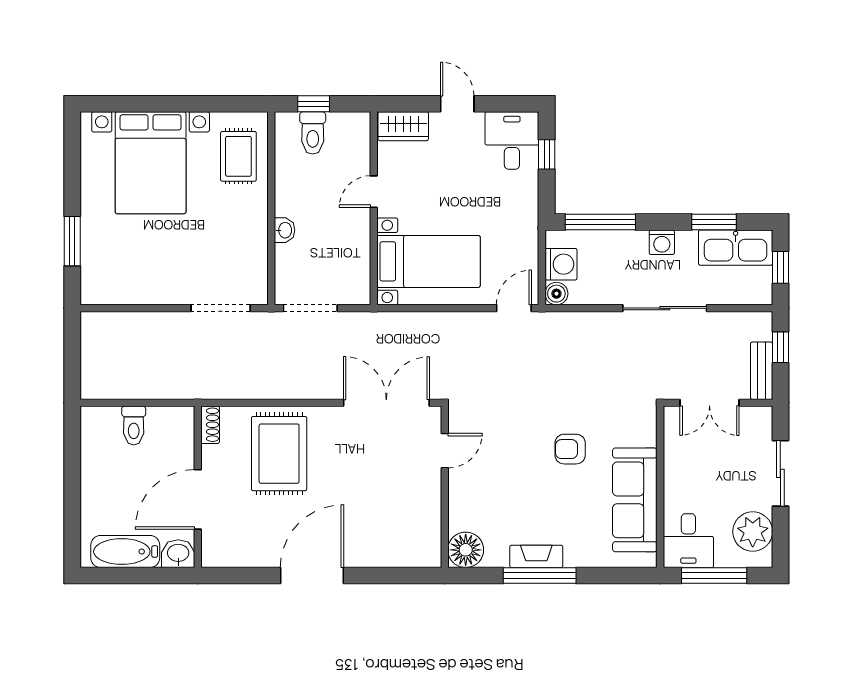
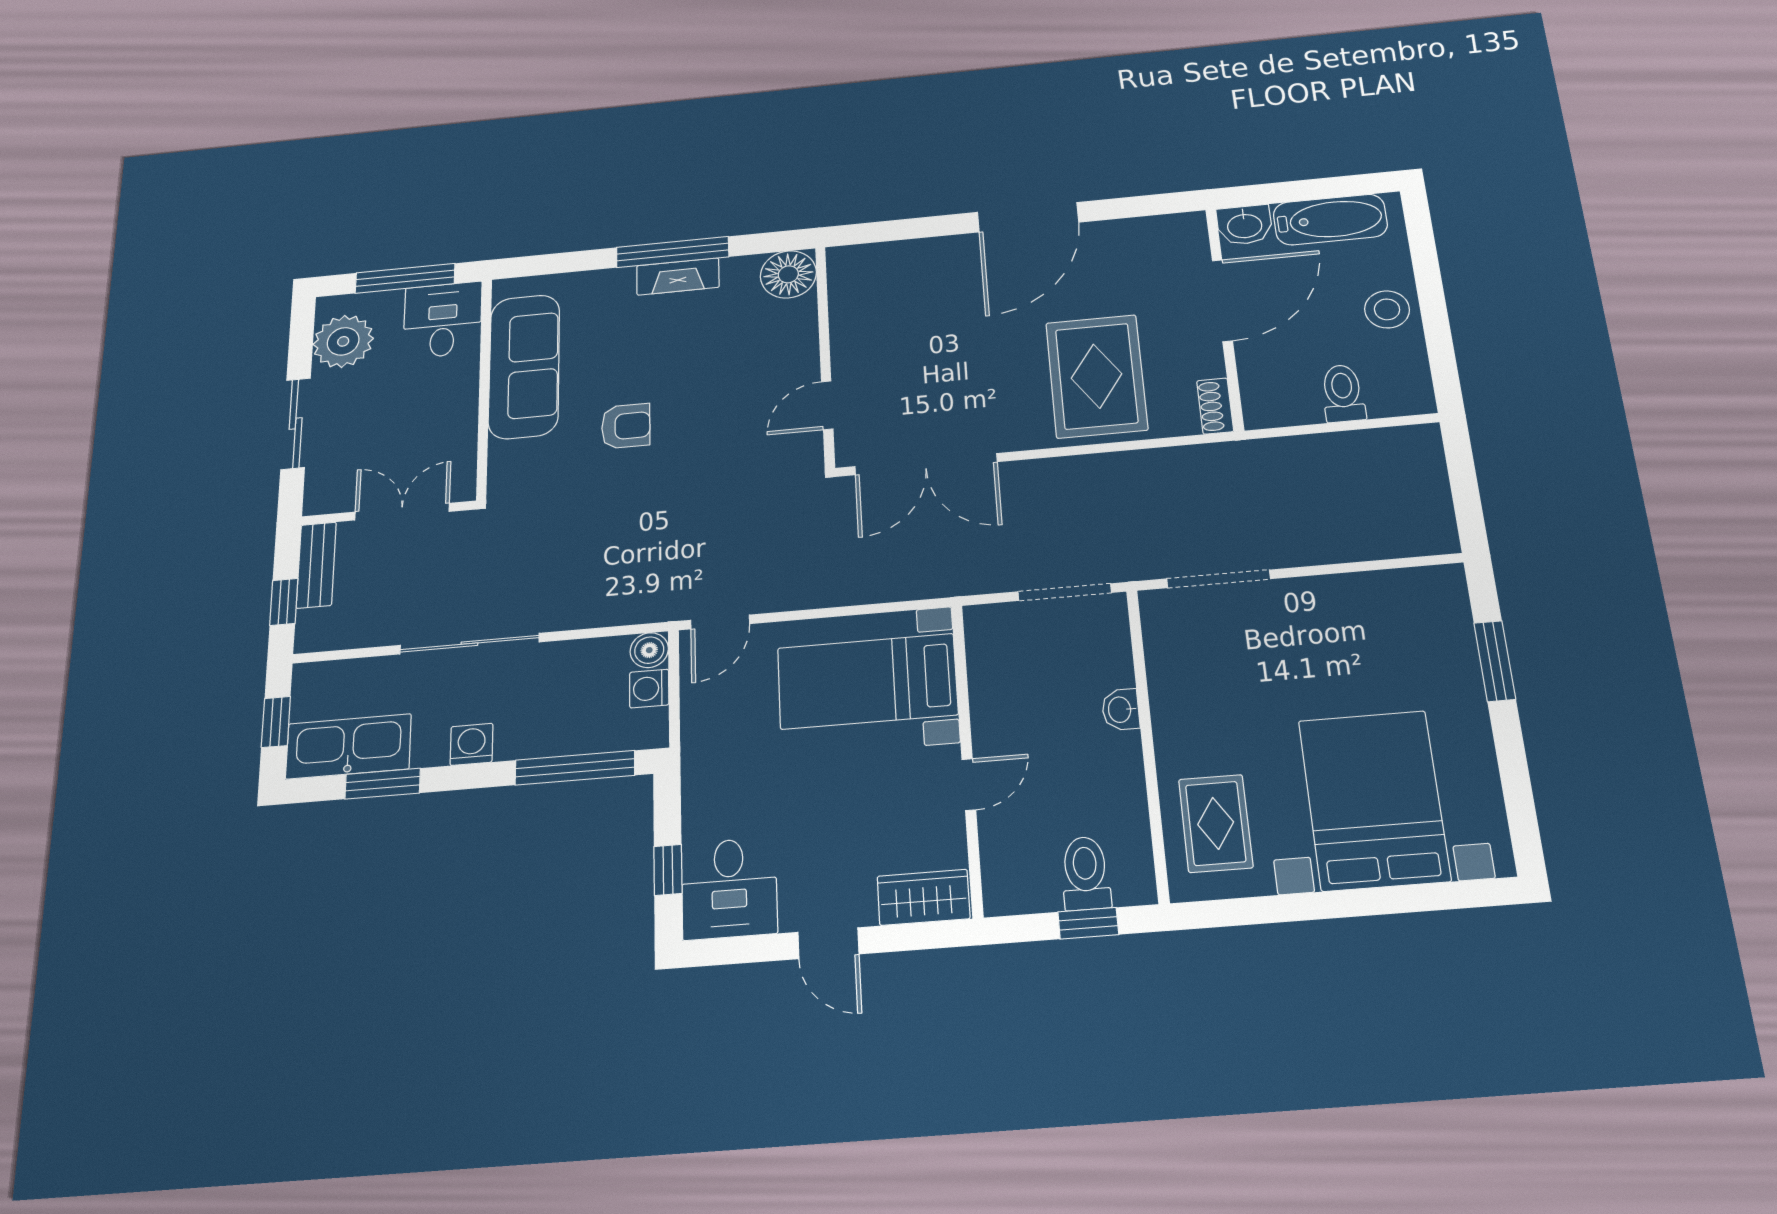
washing machine: (561, 264) -> (649, 689), width x0.73, depth x0.73
stool: (100, 482) -> (1387, 309), added

